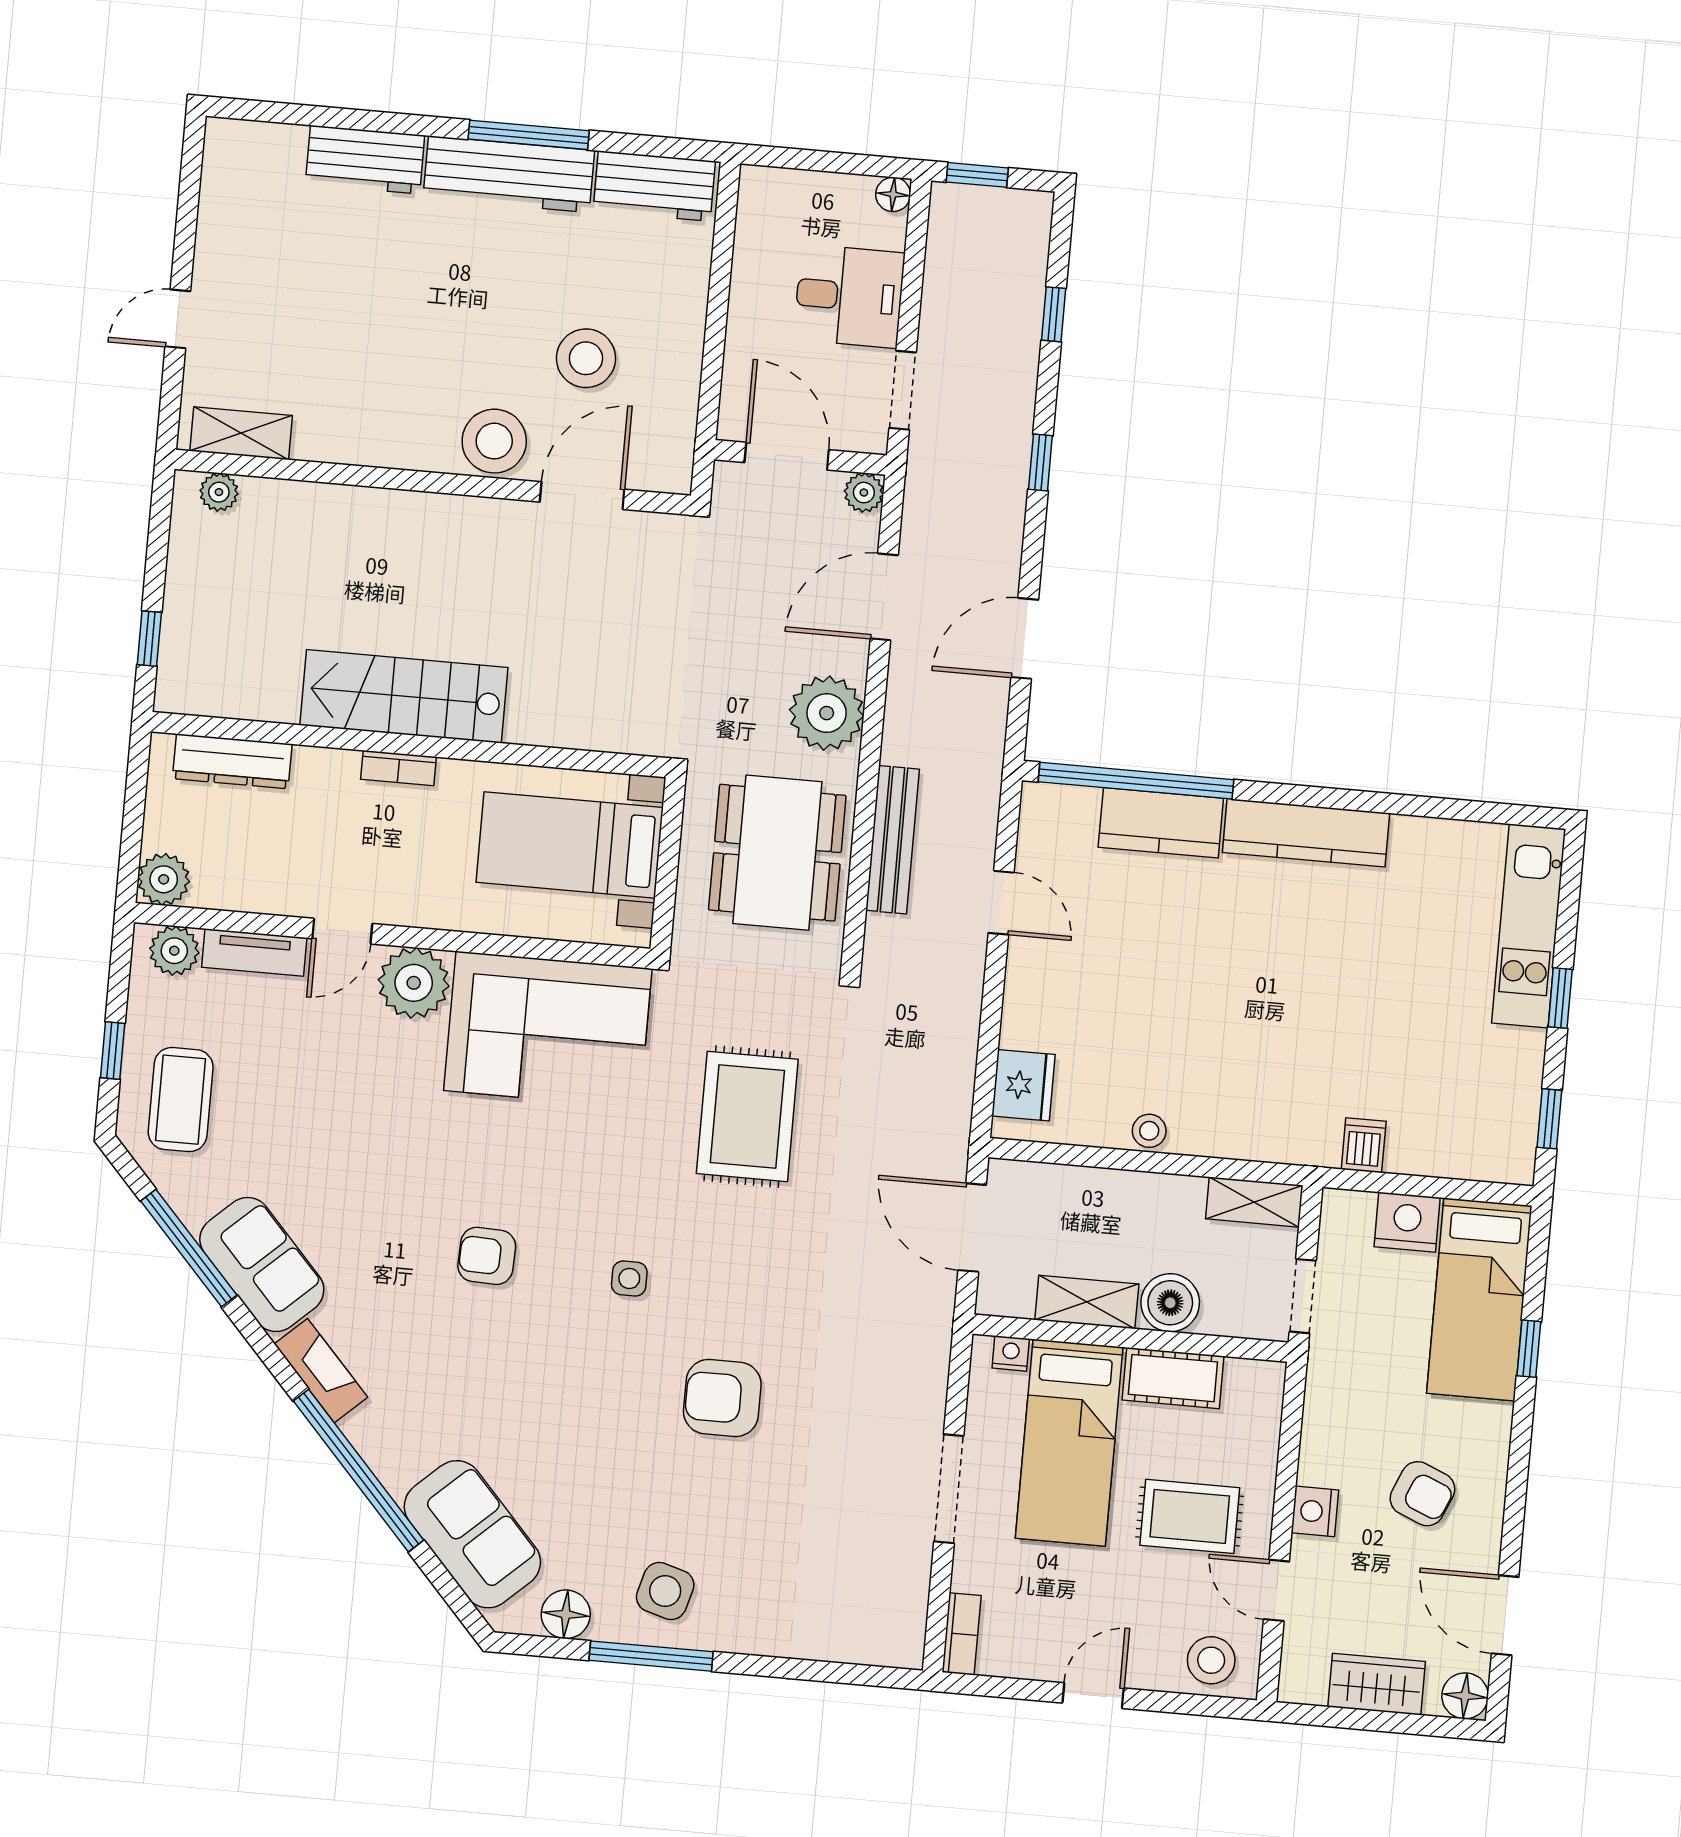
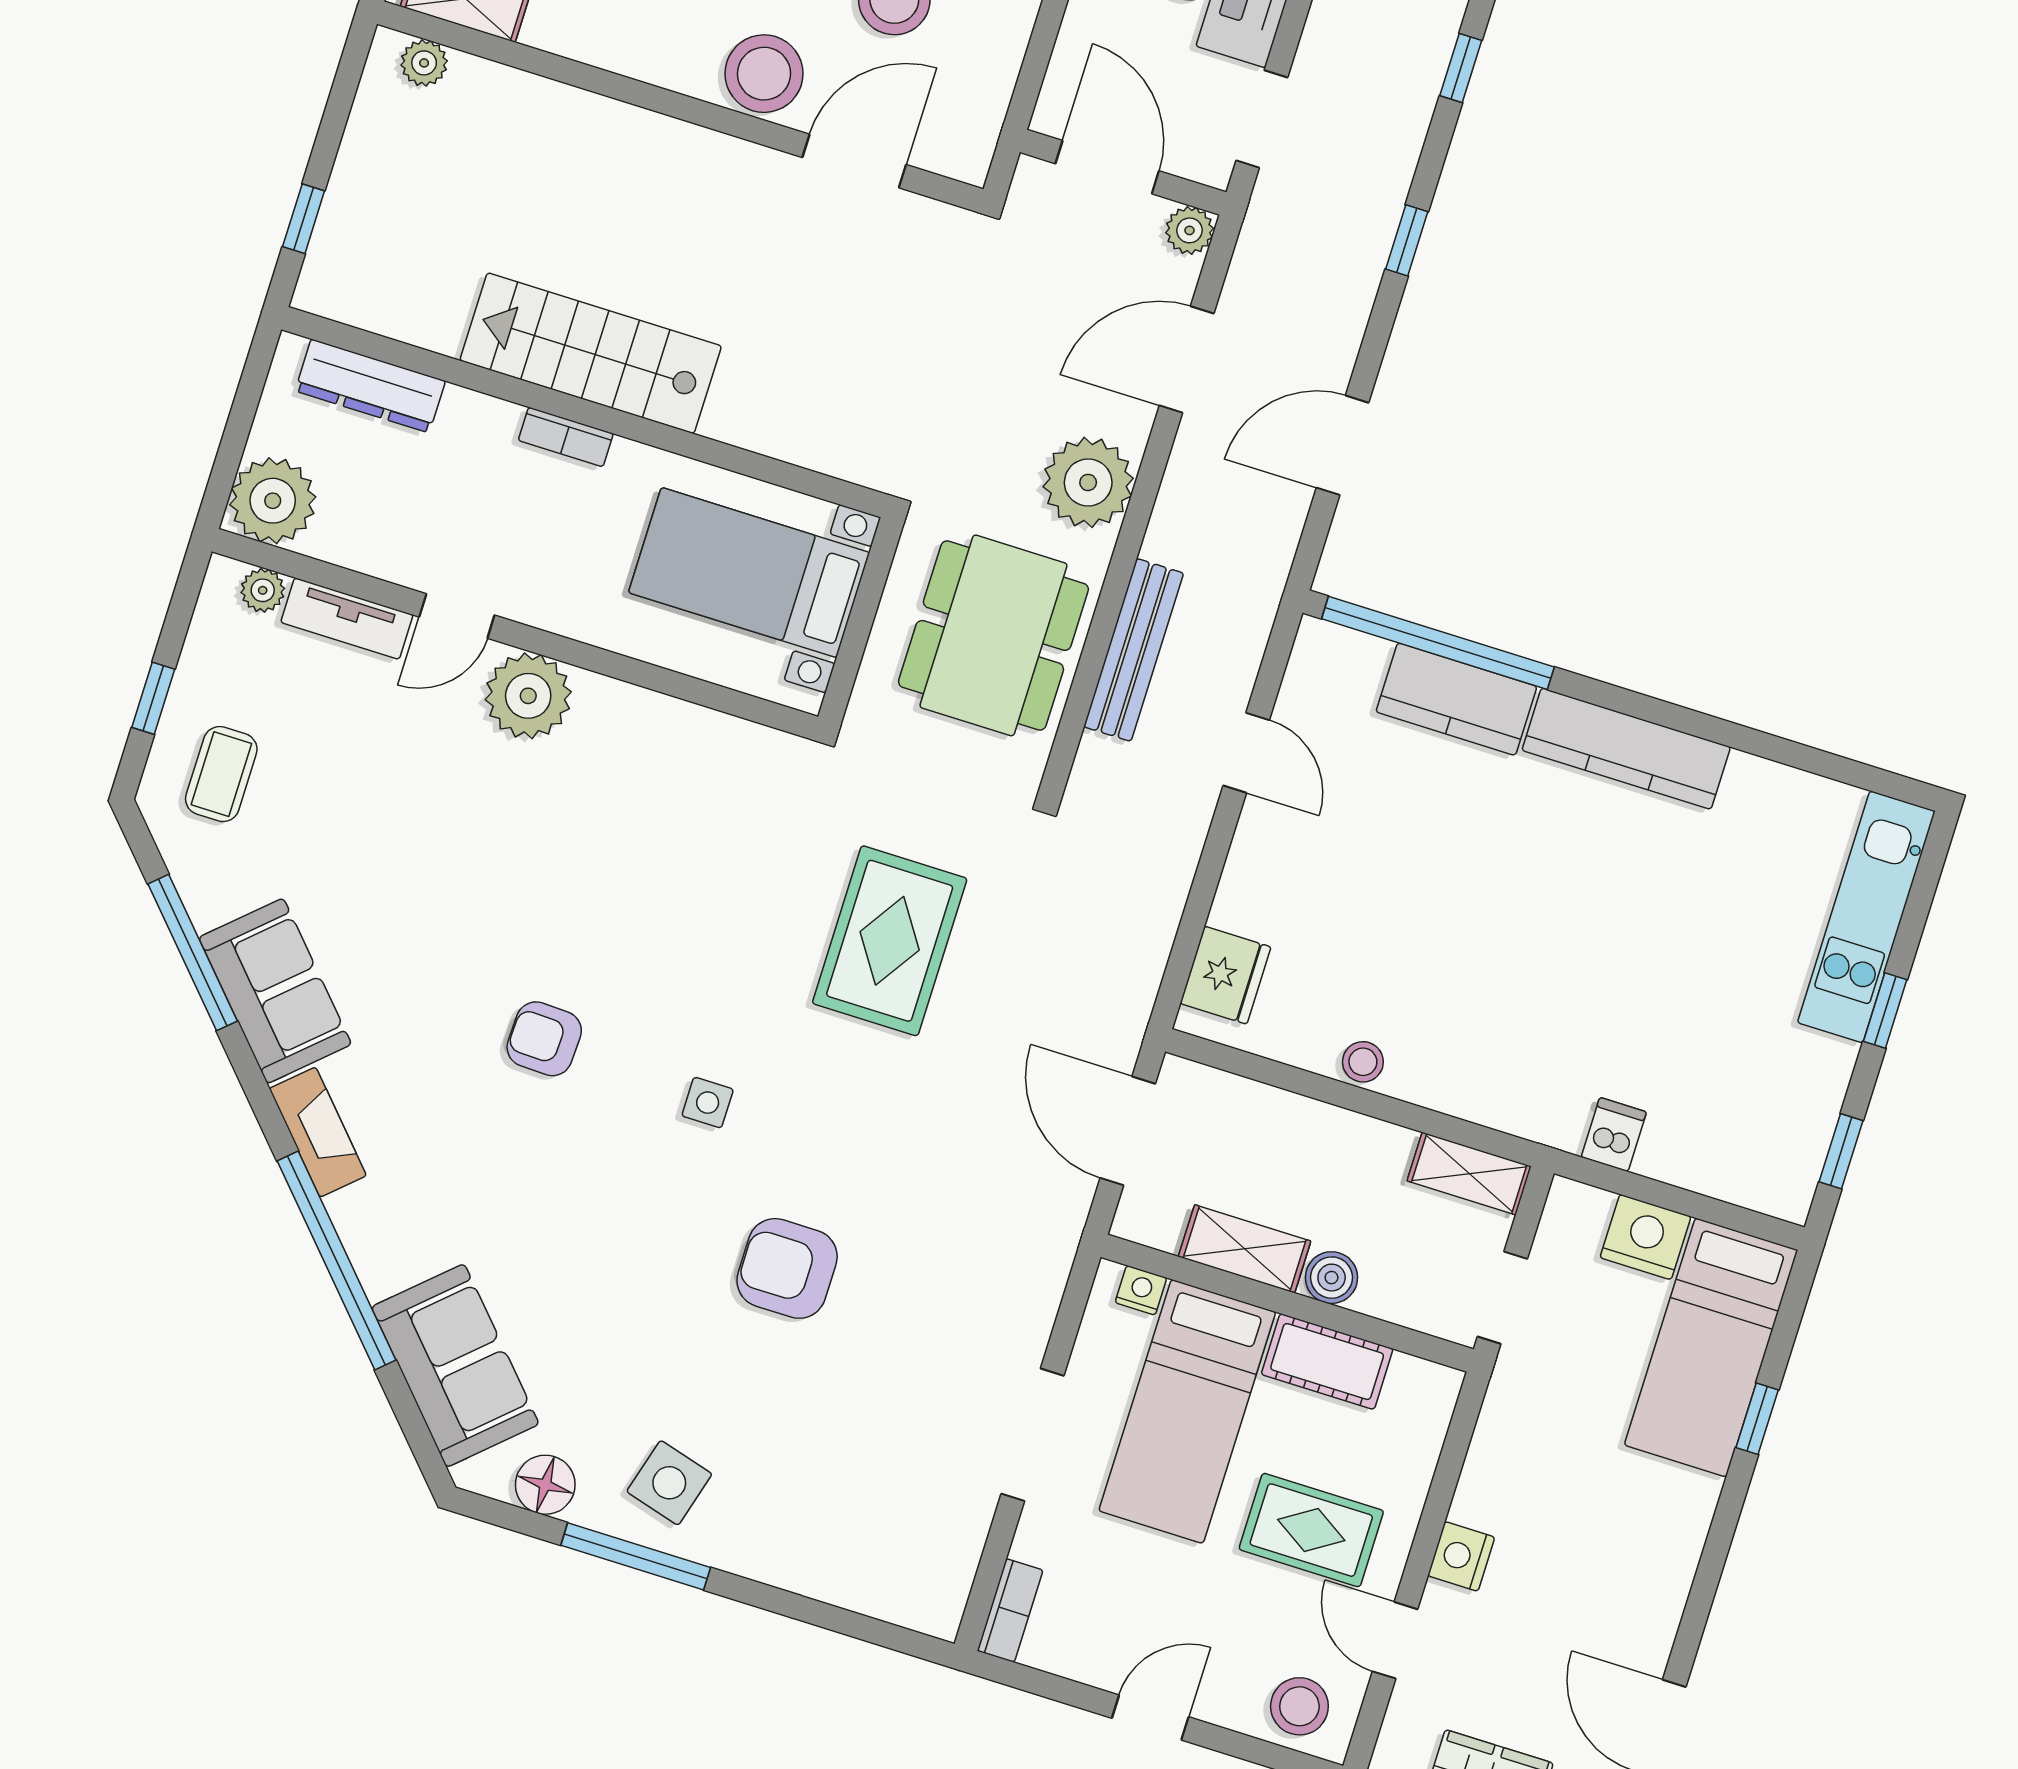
plant: (164, 879) -> (273, 501), width x1.36, depth x1.36
plant: (174, 951) -> (263, 590), width x0.73, depth x0.73
corner sofa: (548, 1030) -> (675, 786), removed
coffee table: (181, 1100) -> (221, 774), width x0.73, depth x0.77
boiler: (1170, 1303) -> (1332, 1278), width x0.73, depth x0.73
armchair: (1422, 1494) -> (1593, 1563), removed

